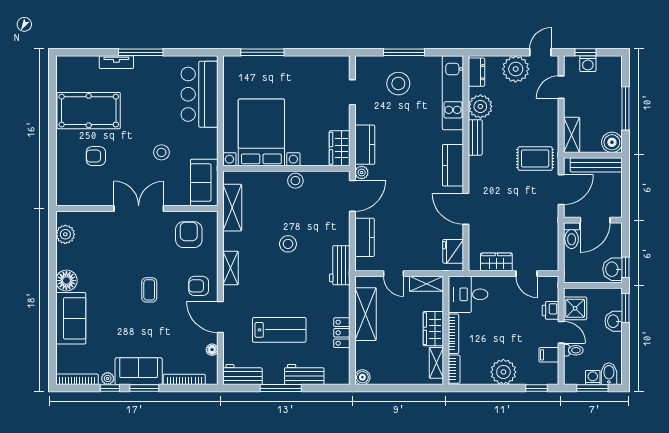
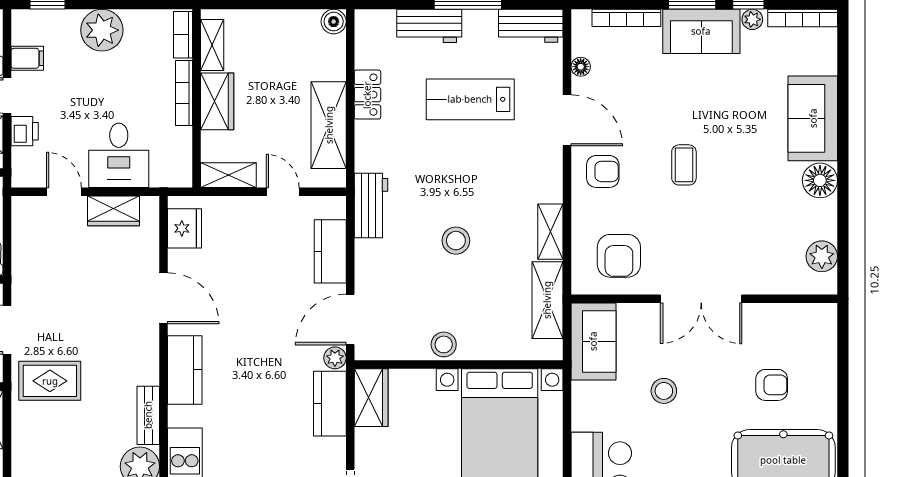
shelving: (231, 268) -> (550, 232), moved
desk: (468, 294) -> (119, 155), moved, turned 90

